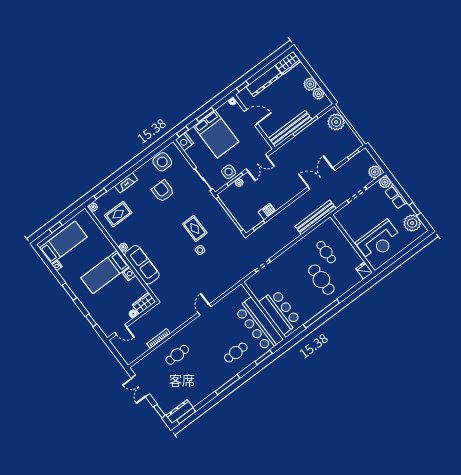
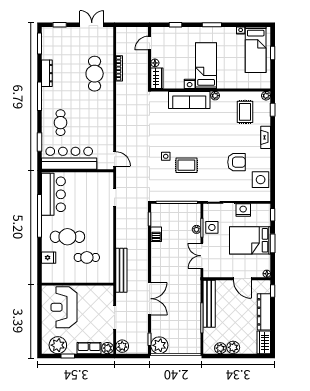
door: (251, 117) -> (242, 279), hinge flipped
plant: (336, 122) -> (159, 345), moved
nightstand: (184, 142) -> (243, 210), moved
fridge: (364, 271) -> (49, 258), moved
door: (204, 310) -> (115, 159), moved
bar counter: (280, 311) -> (53, 194), moved, turned -90
cafe table: (177, 355) -> (95, 74), width x1.37, depth x1.35
dresser: (180, 411) -> (47, 73), moved

